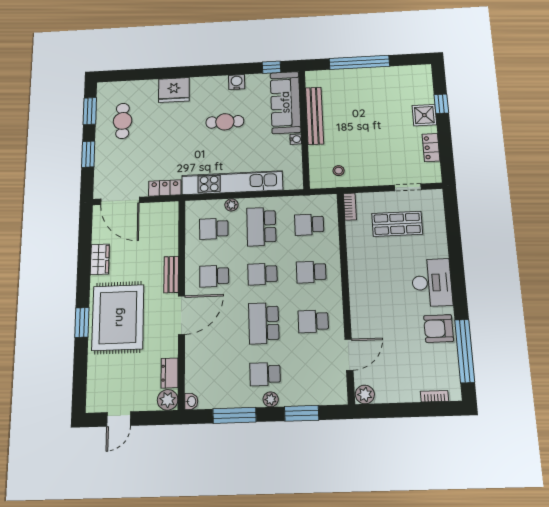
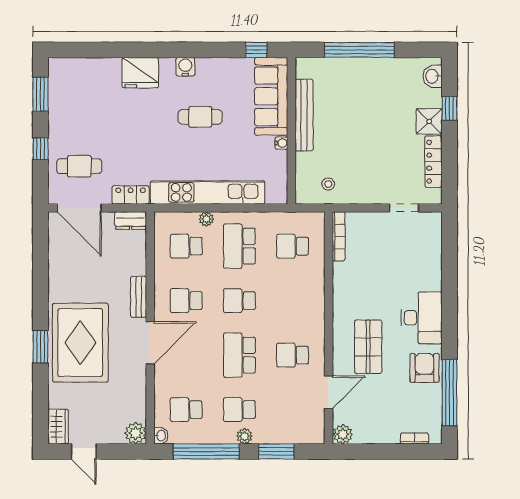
washbasin: (424, 79) -> (432, 76), added
water cooler: (237, 82) -> (185, 67), moved
cafe table: (123, 121) -> (79, 166), moved, turned 90
locker: (431, 148) -> (433, 162), width x1.53
window: (88, 154) -> (40, 149), width x0.67
bookcase: (350, 207) -> (339, 236), width x1.56
shop shelf: (397, 224) -> (368, 347), moved, turned 90
wardrobe: (100, 259) -> (58, 427), moved
school desk: (311, 272) -> (186, 410), moved
armchair: (439, 329) -> (425, 368), turned 90
dresser: (170, 373) -> (131, 221), moved, turned -90
window: (234, 415) -> (206, 451), width x1.46
door: (119, 419) -> (84, 451), hinge flipped

